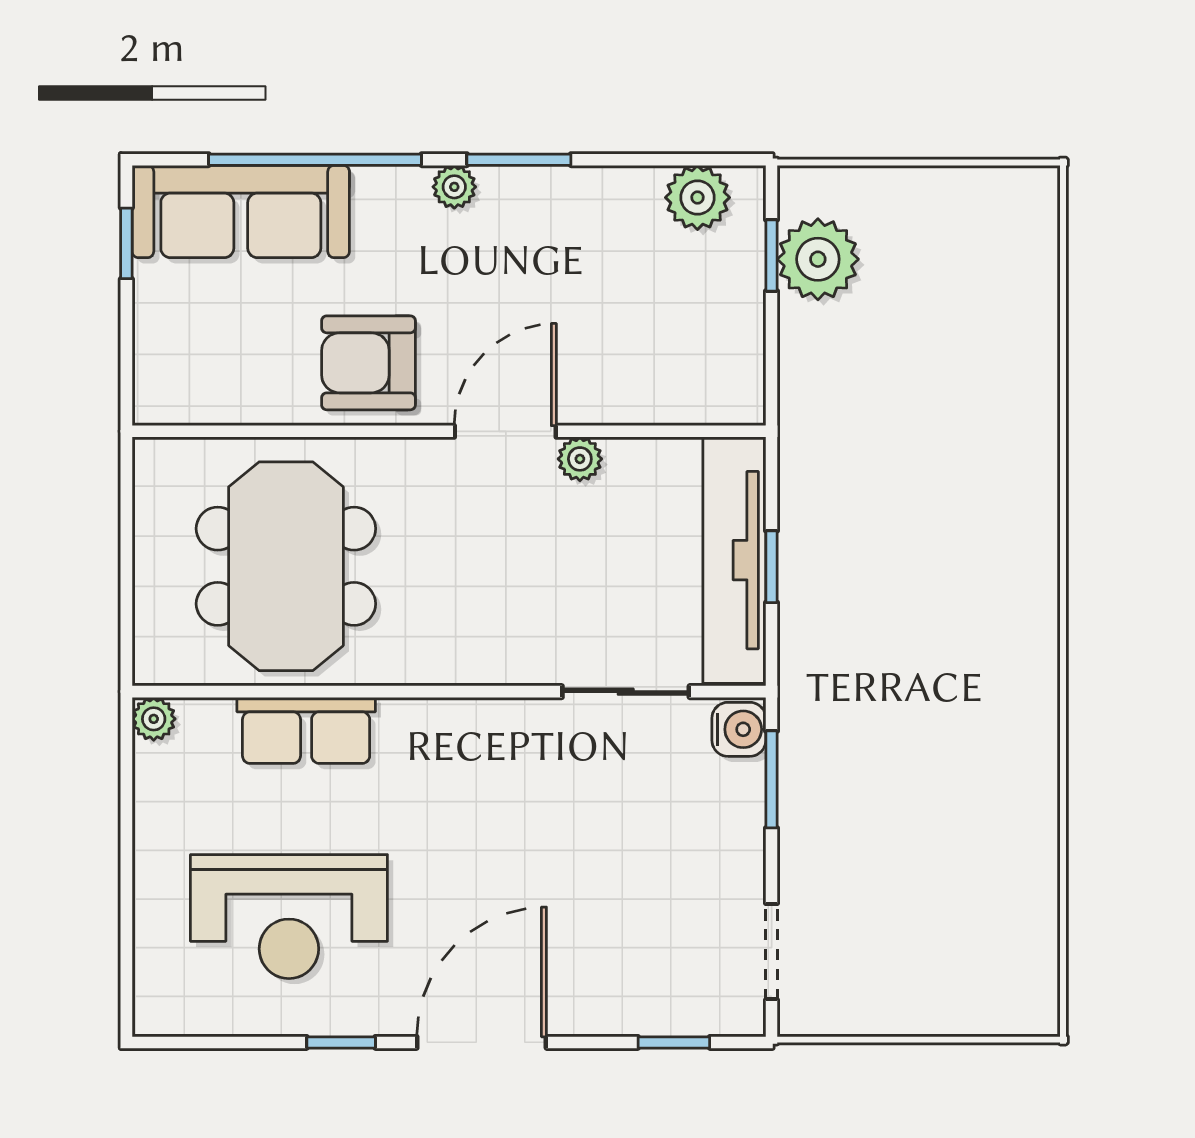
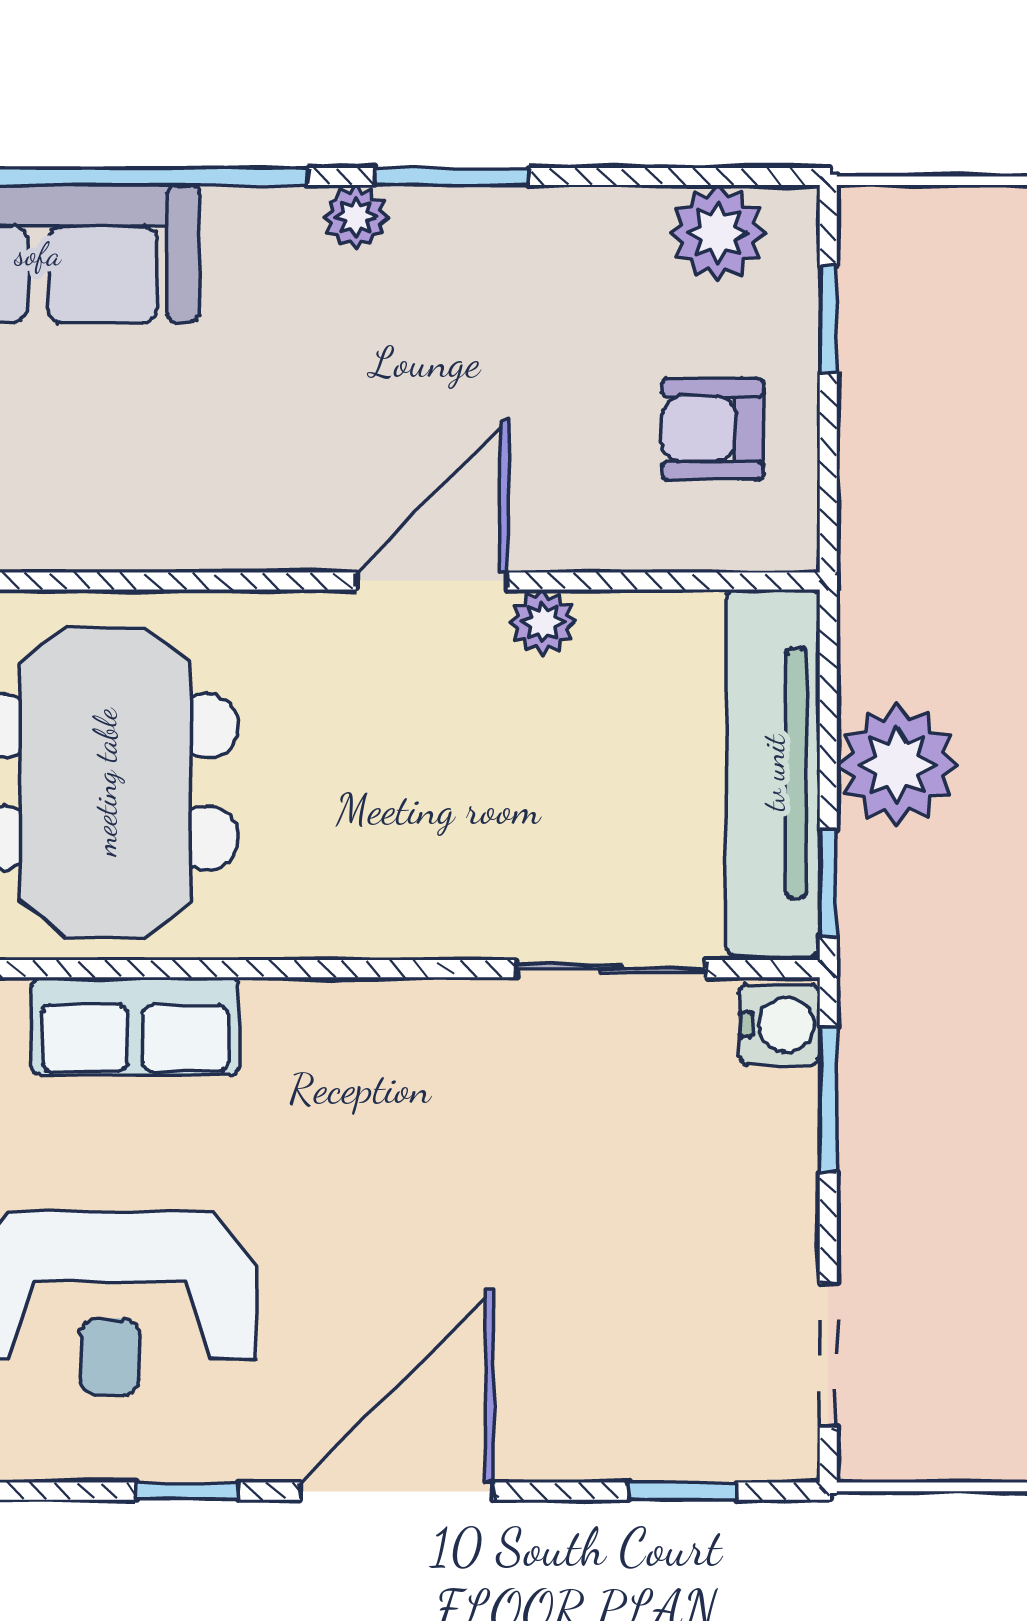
plant: (818, 259) -> (897, 765), moved
armchair: (369, 363) -> (713, 429), moved, width x0.72, depth x0.72
window: (772, 567) -> (828, 884), moved

